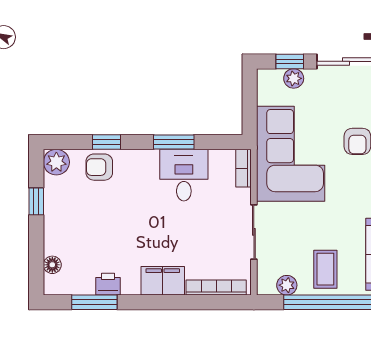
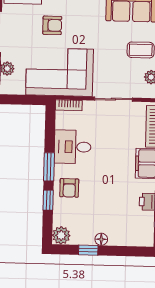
window: (174, 142) -> (49, 167), moved
armchair: (99, 167) -> (69, 188), moved
floor lamp: (52, 265) -> (101, 239), moved

